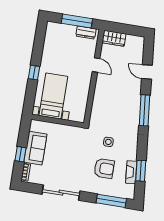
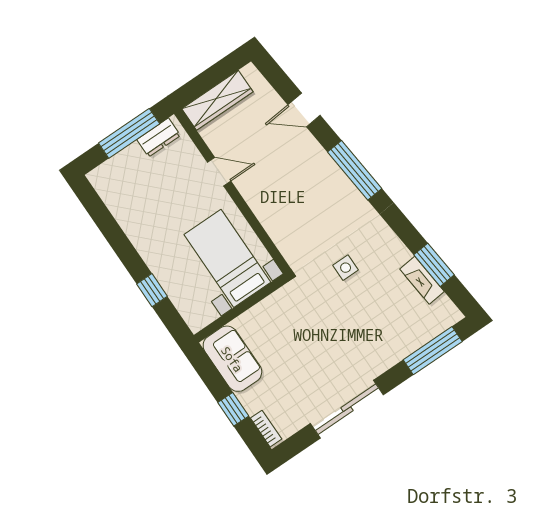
wardrobe: (114, 38) -> (217, 100), width x1.50
window: (34, 73) -> (152, 290), moved
bed with nightstands: (53, 96) -> (227, 258), moved
sofa: (35, 148) -> (232, 359), moved
armchair: (104, 168) -> (377, 313), removed

